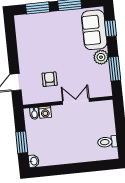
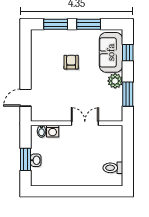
armchair: (50, 79) -> (71, 62), moved
washbasin: (34, 161) -> (36, 160), moved

